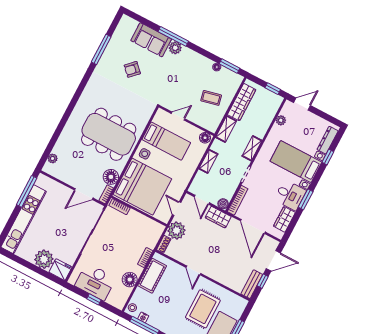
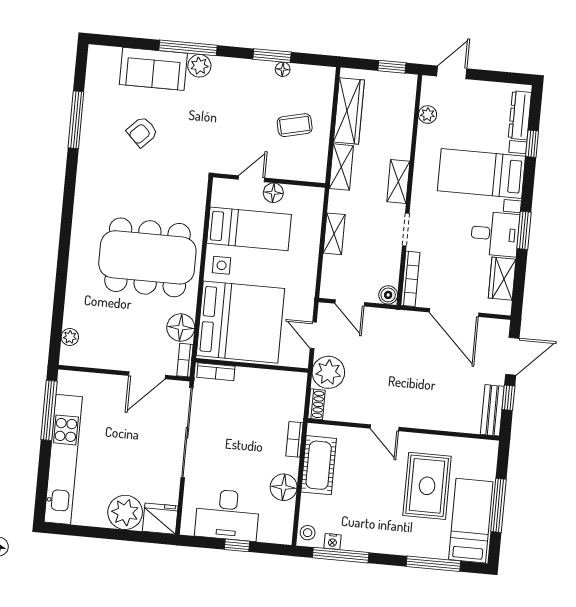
window: (230, 66) -> (272, 56), moved
floor lamp: (205, 138) -> (273, 193), moved
wardrobe: (218, 217) -> (389, 321), removed

